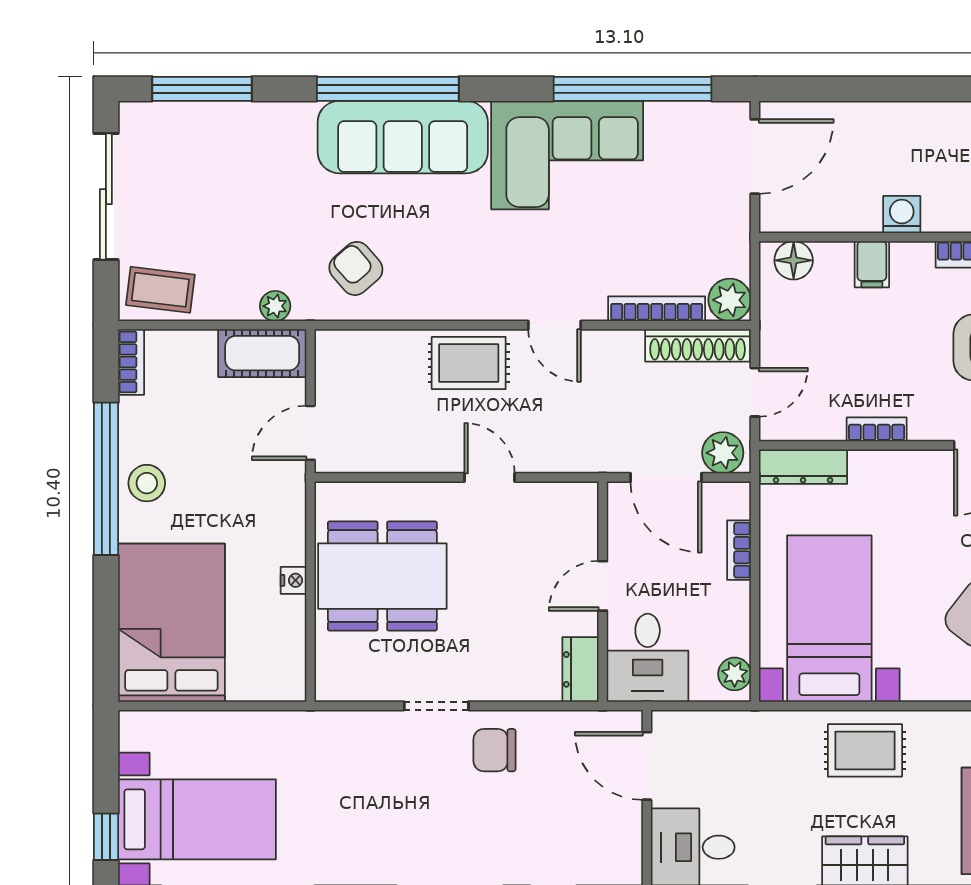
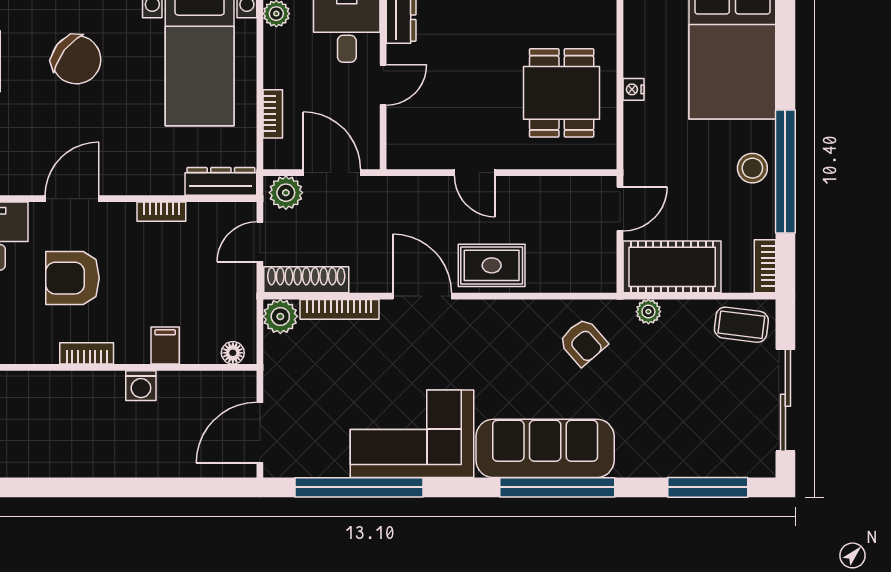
floor lamp: (794, 260) -> (233, 353), width x0.73, depth x0.73
door: (554, 325) -> (422, 296), width x1.38
cot: (262, 353) -> (672, 267), width x1.37, depth x1.34
dining table: (382, 576) -> (562, 93), width x0.73

